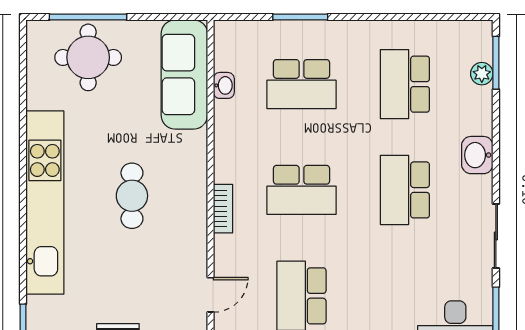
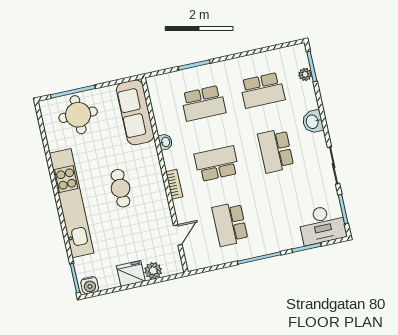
school desk: (405, 84) -> (262, 90), turned -90
washbasin: (224, 85) -> (165, 142), moved
school desk: (301, 190) -> (217, 164), turned 180

